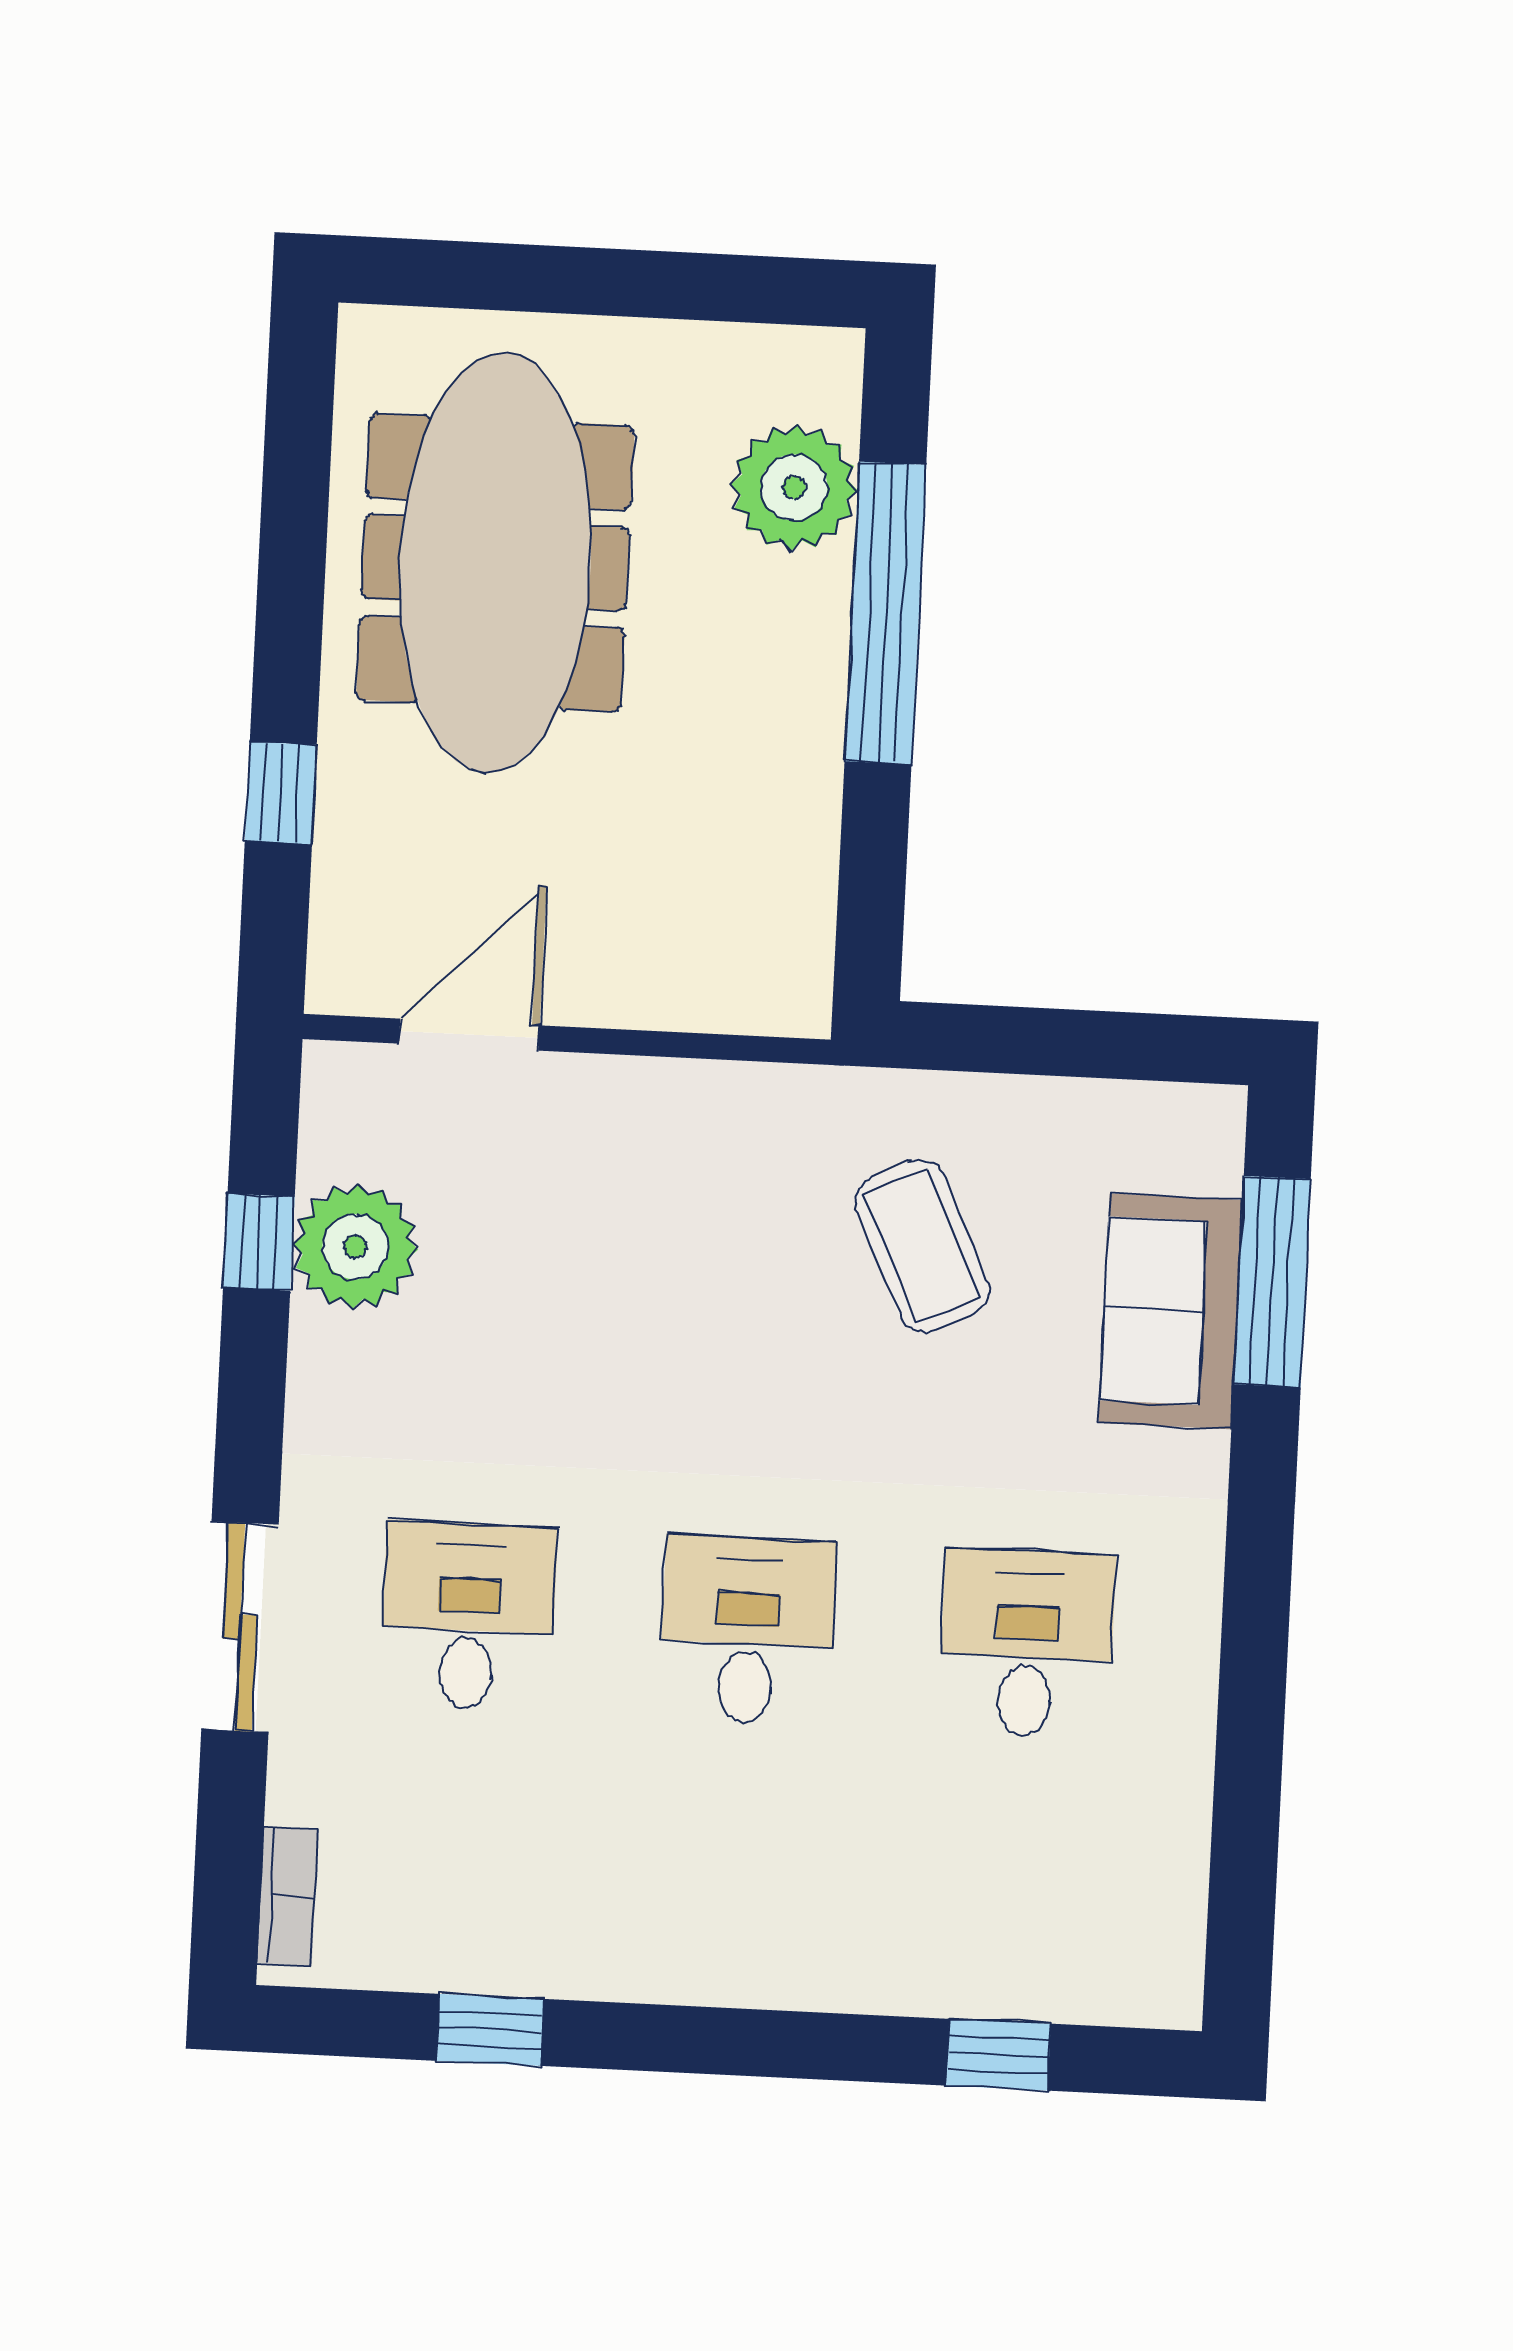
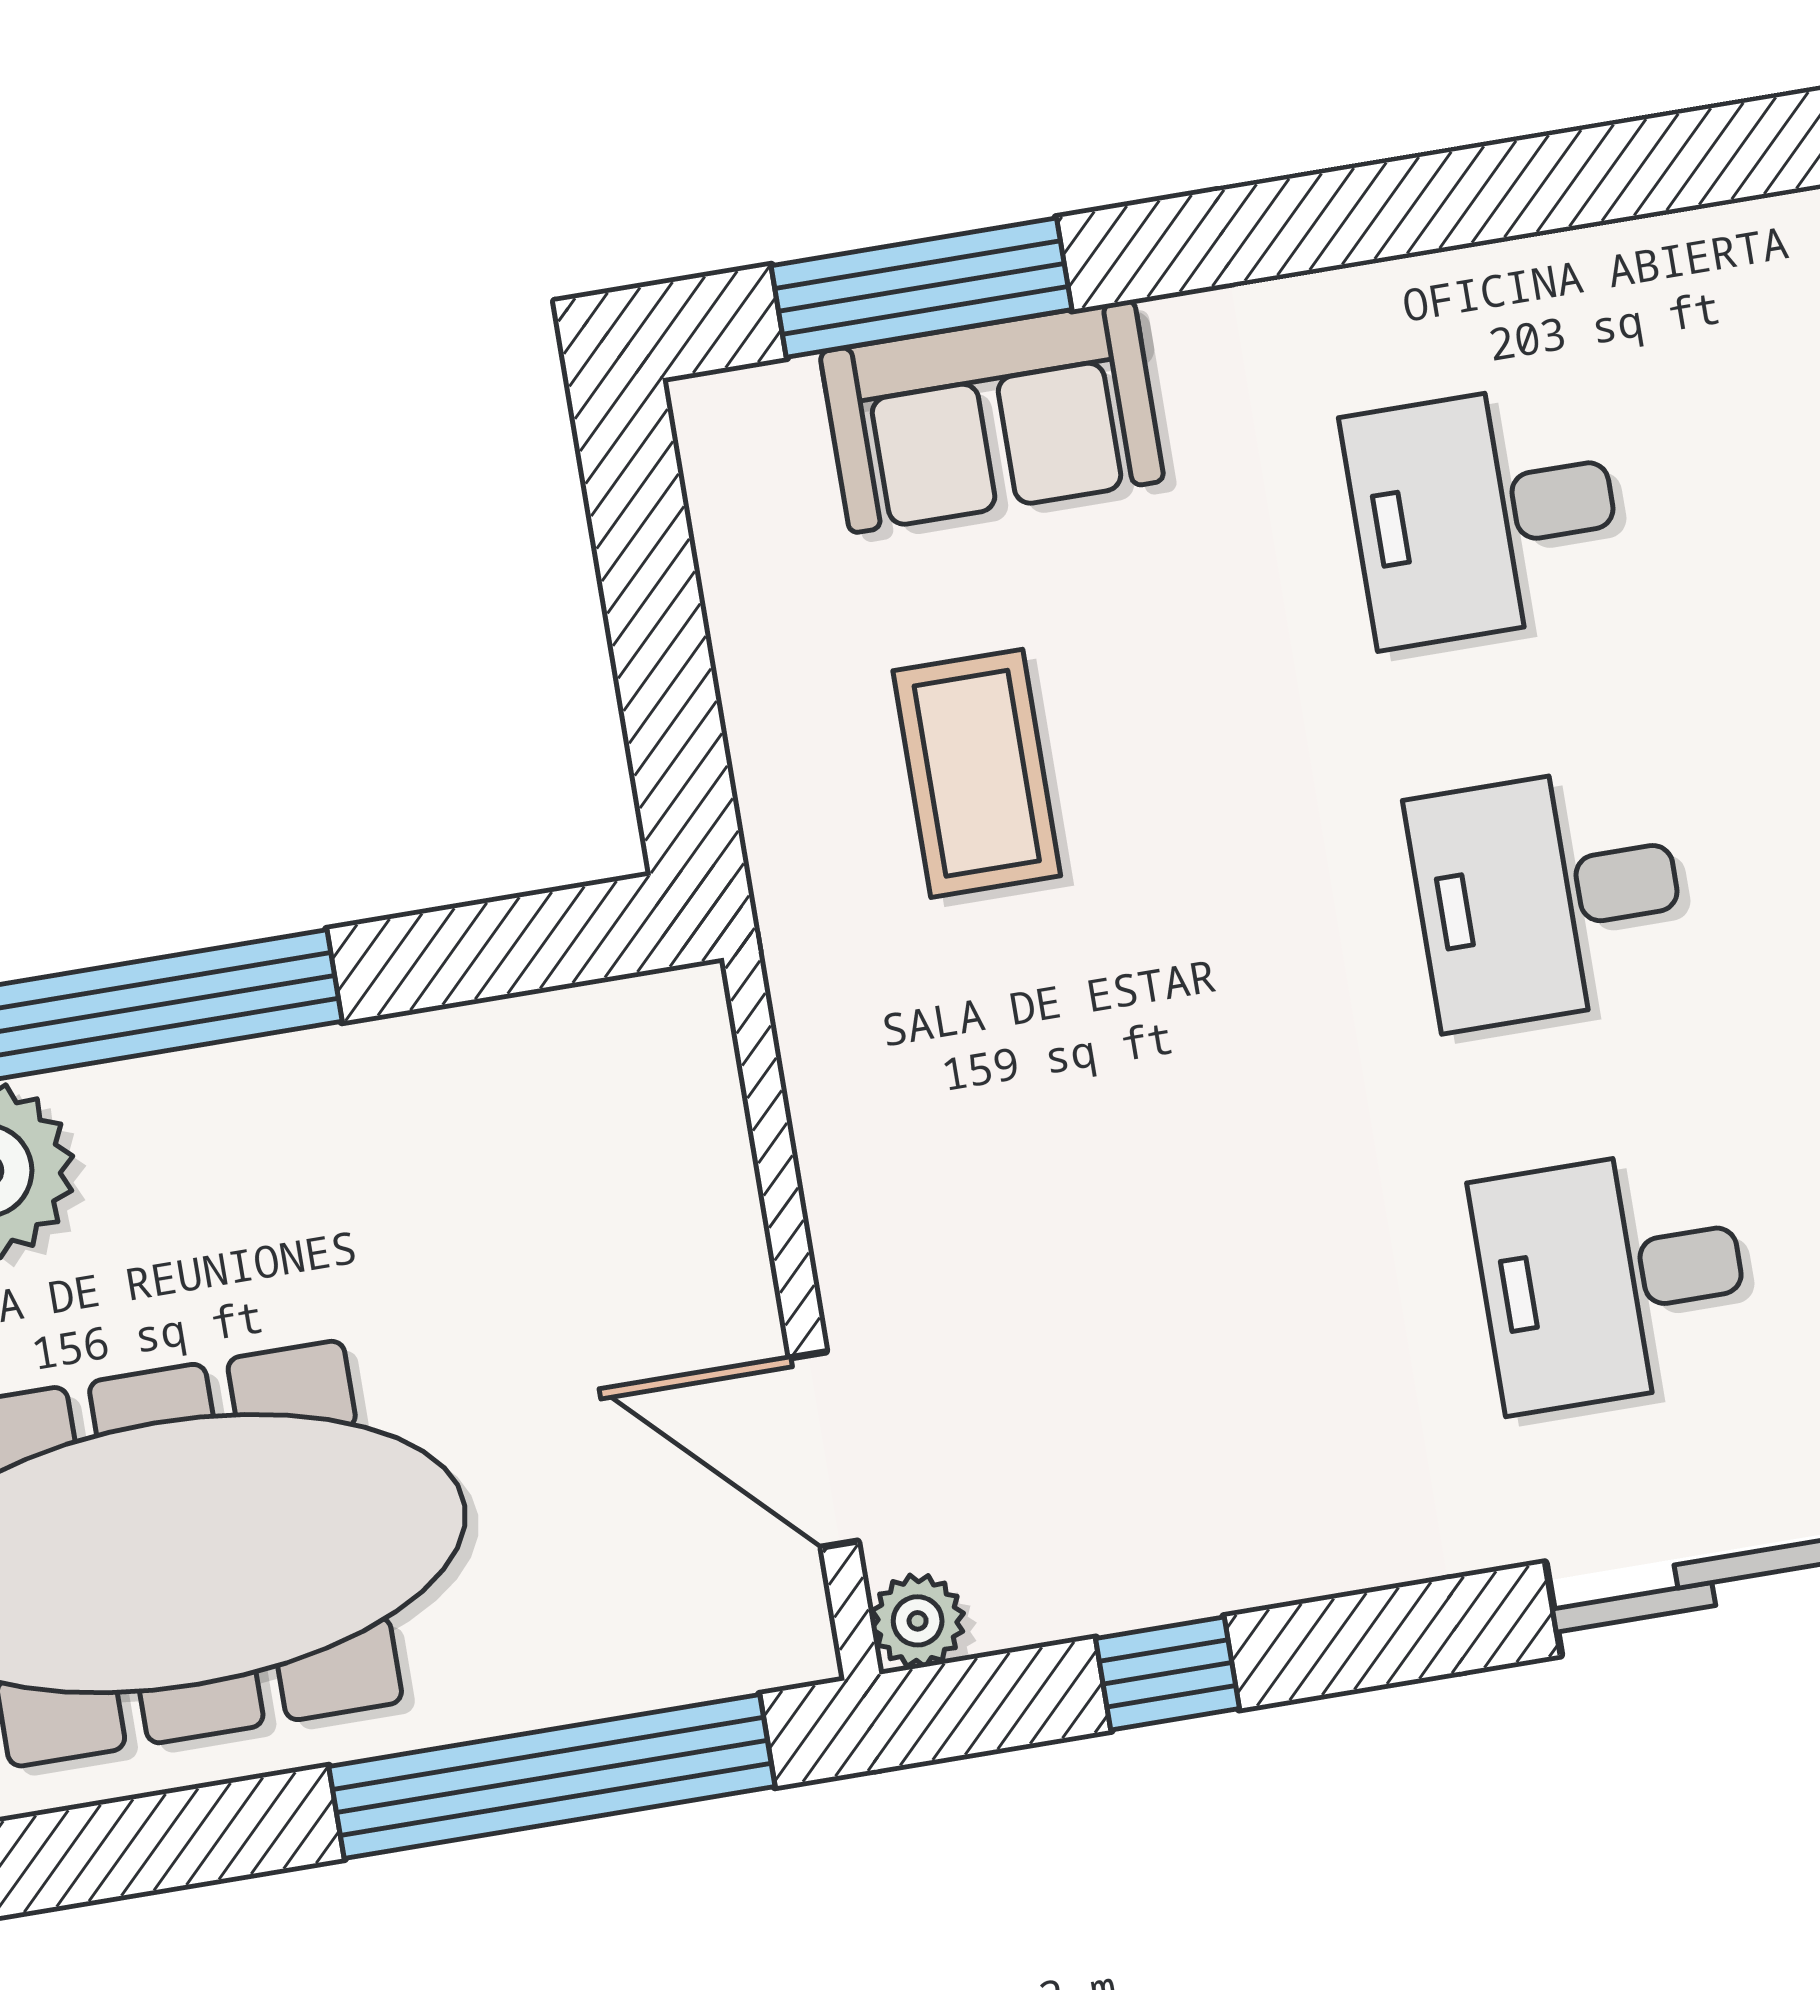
window: (281, 793) -> (552, 1776), width x3.17
coffee table: (922, 1246) -> (977, 773), turned -65
plant: (355, 1247) -> (918, 1621), moved, width x0.53, depth x0.53

